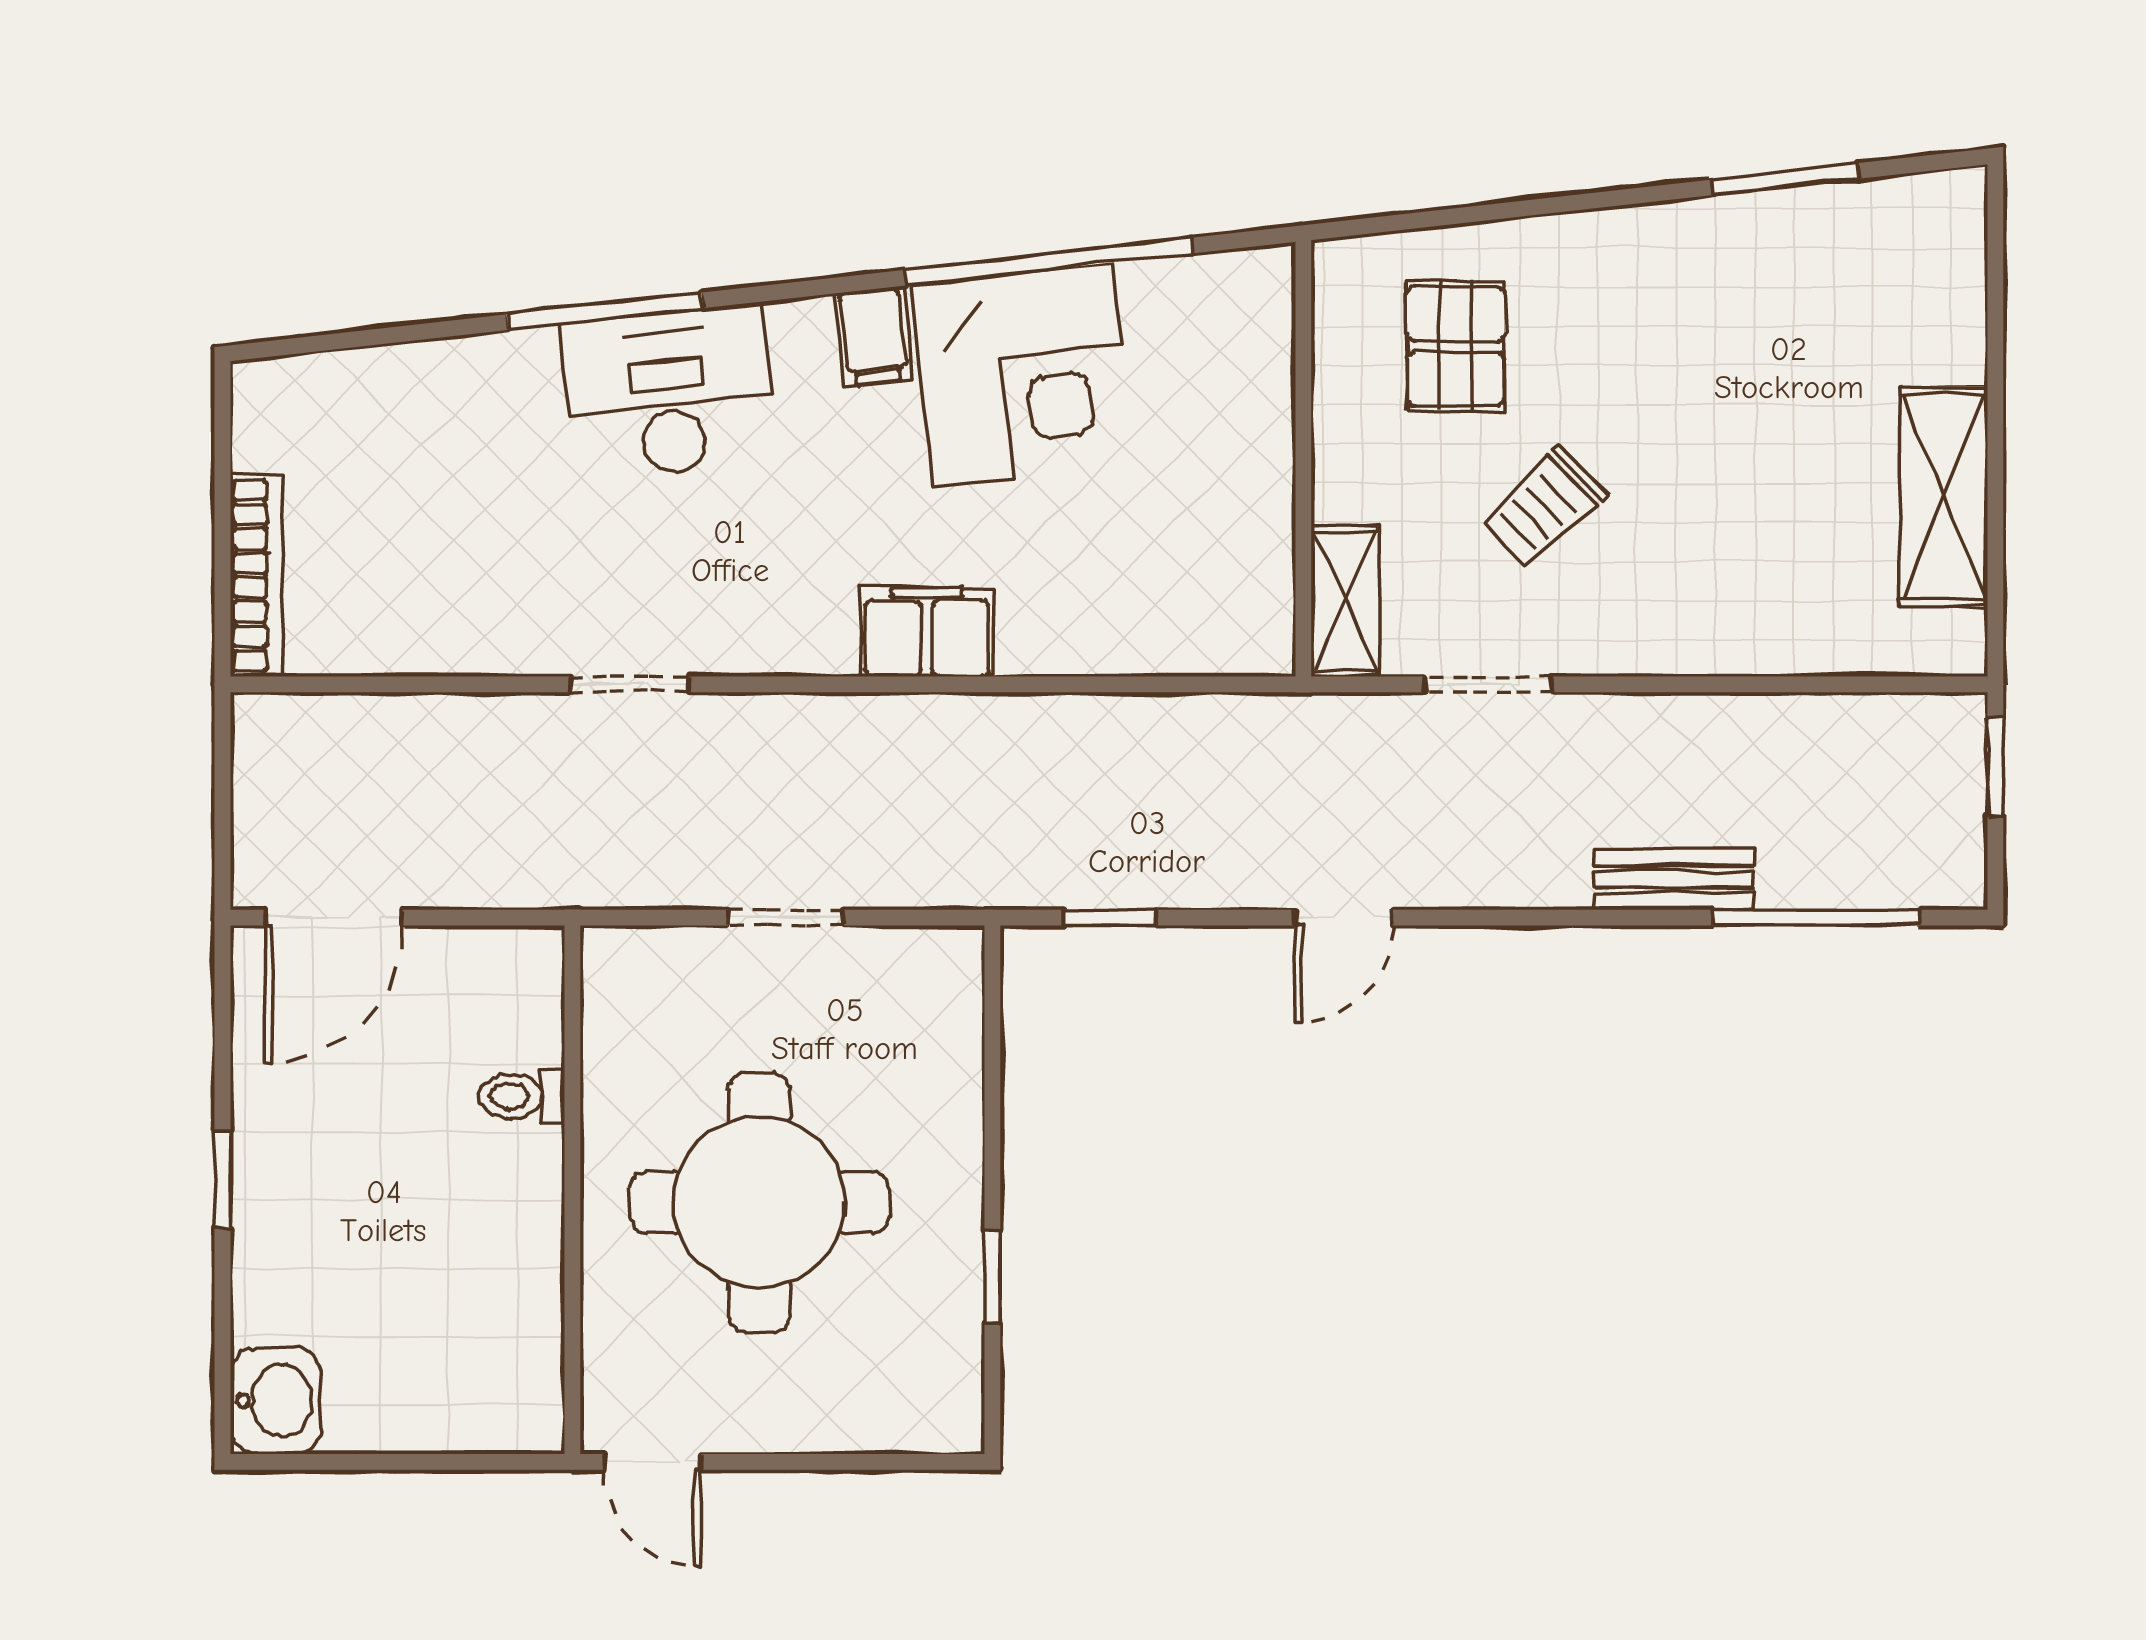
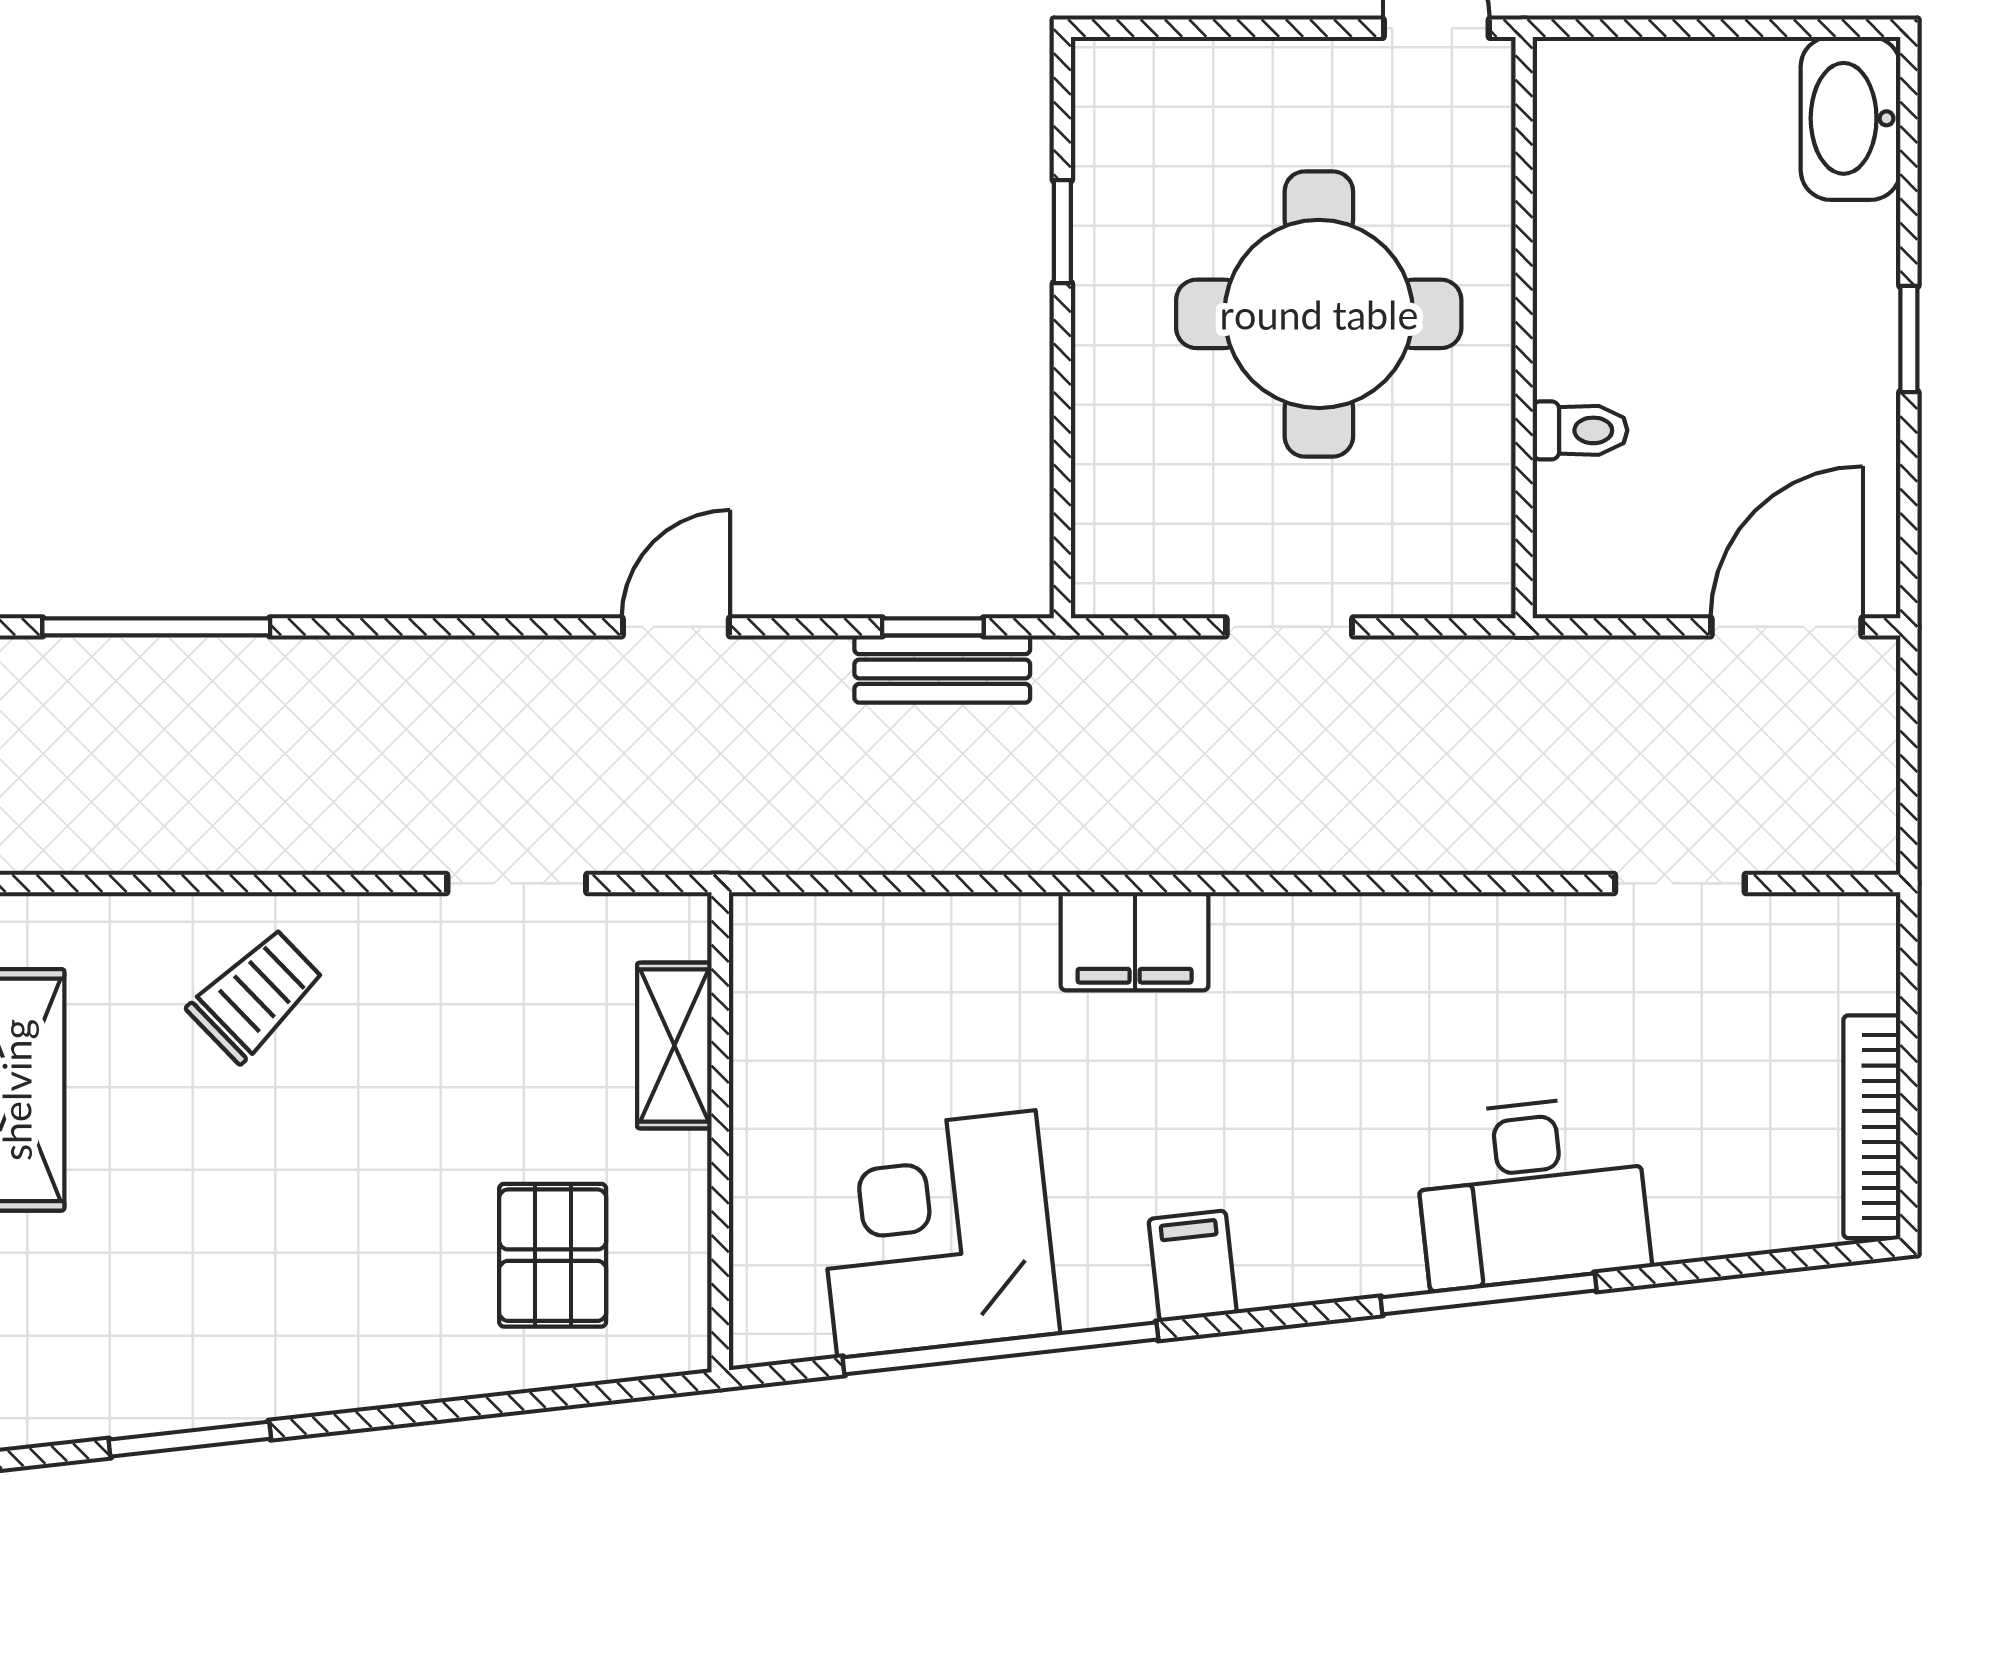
corner desk: (1023, 375) -> (936, 1234), moved
desk: (669, 392) -> (1532, 1192), moved
trolley: (1544, 507) -> (256, 995), moved
bookcase: (256, 575) -> (1872, 1127), moved
shelving: (1345, 601) -> (674, 1046), moved
doorway: (630, 684) -> (1680, 883), moved
bench: (1674, 879) -> (942, 669), moved
washbasin: (276, 1401) -> (1851, 118), width x1.38

